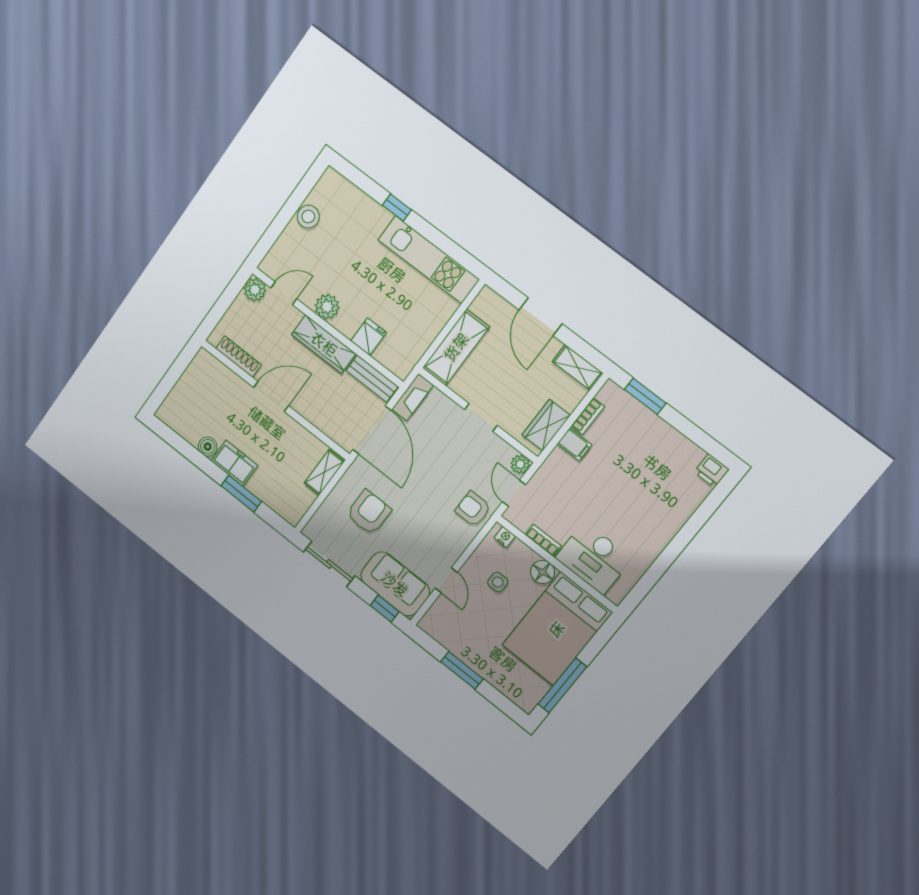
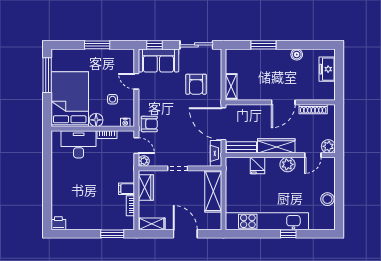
kitchen unit: (428, 260) -> (267, 221), width x1.36
freezer: (234, 463) -> (327, 69), moved, turned 90

